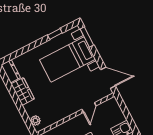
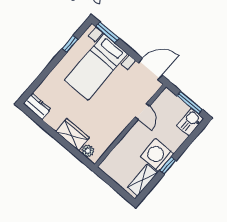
wardrobe: (23, 91) -> (72, 134), moved
window: (127, 115) -> (190, 103), added

